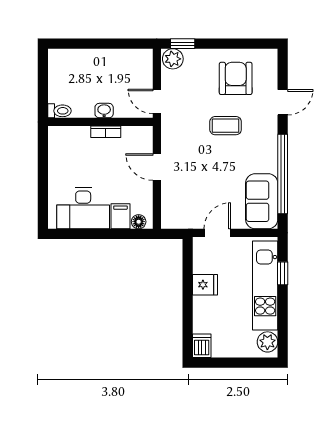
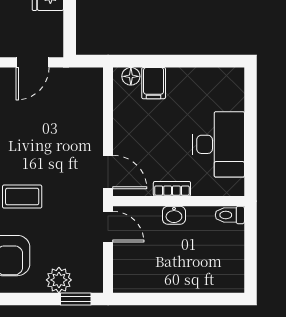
plant: (173, 59) -> (59, 280), moved
door: (157, 167) -> (108, 172), moved
desk: (83, 208) -> (218, 144), moved, turned 90

